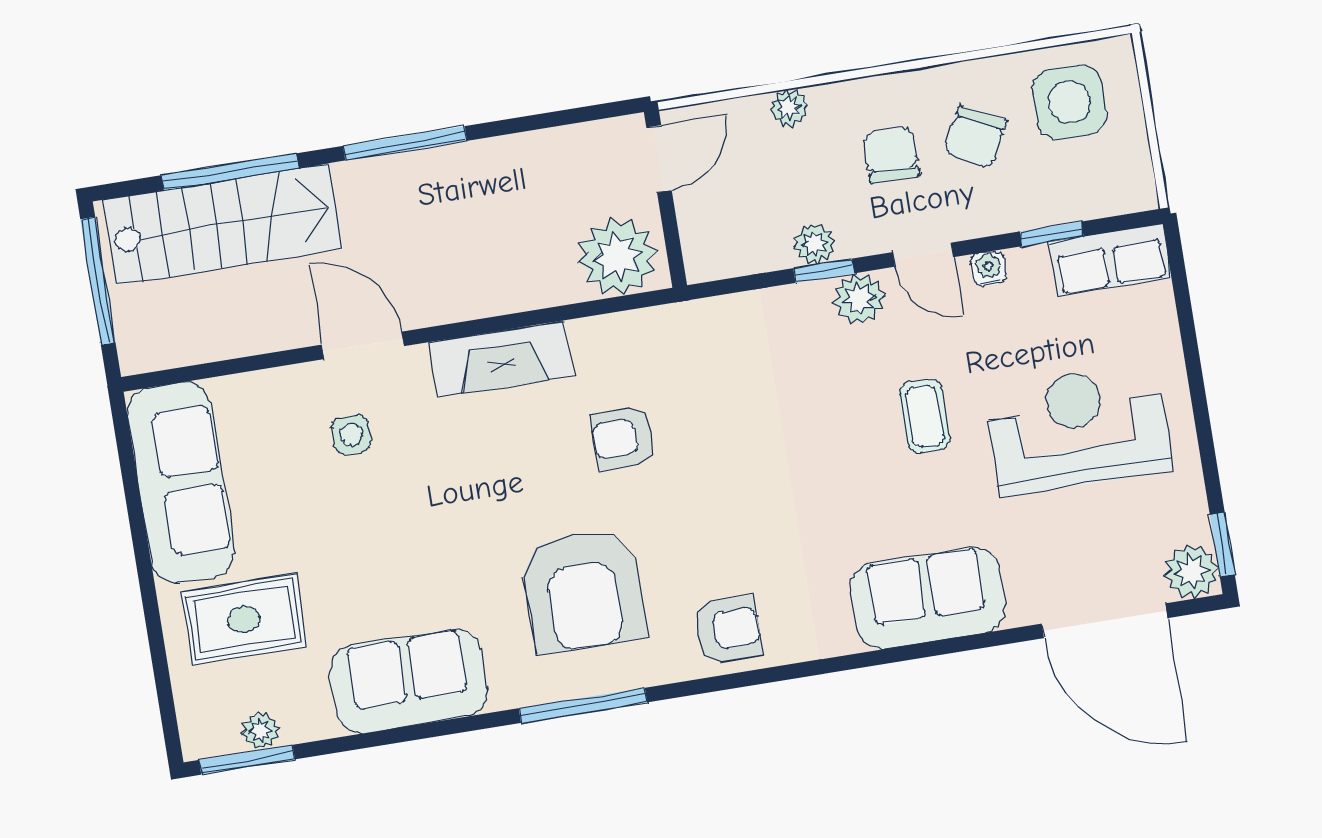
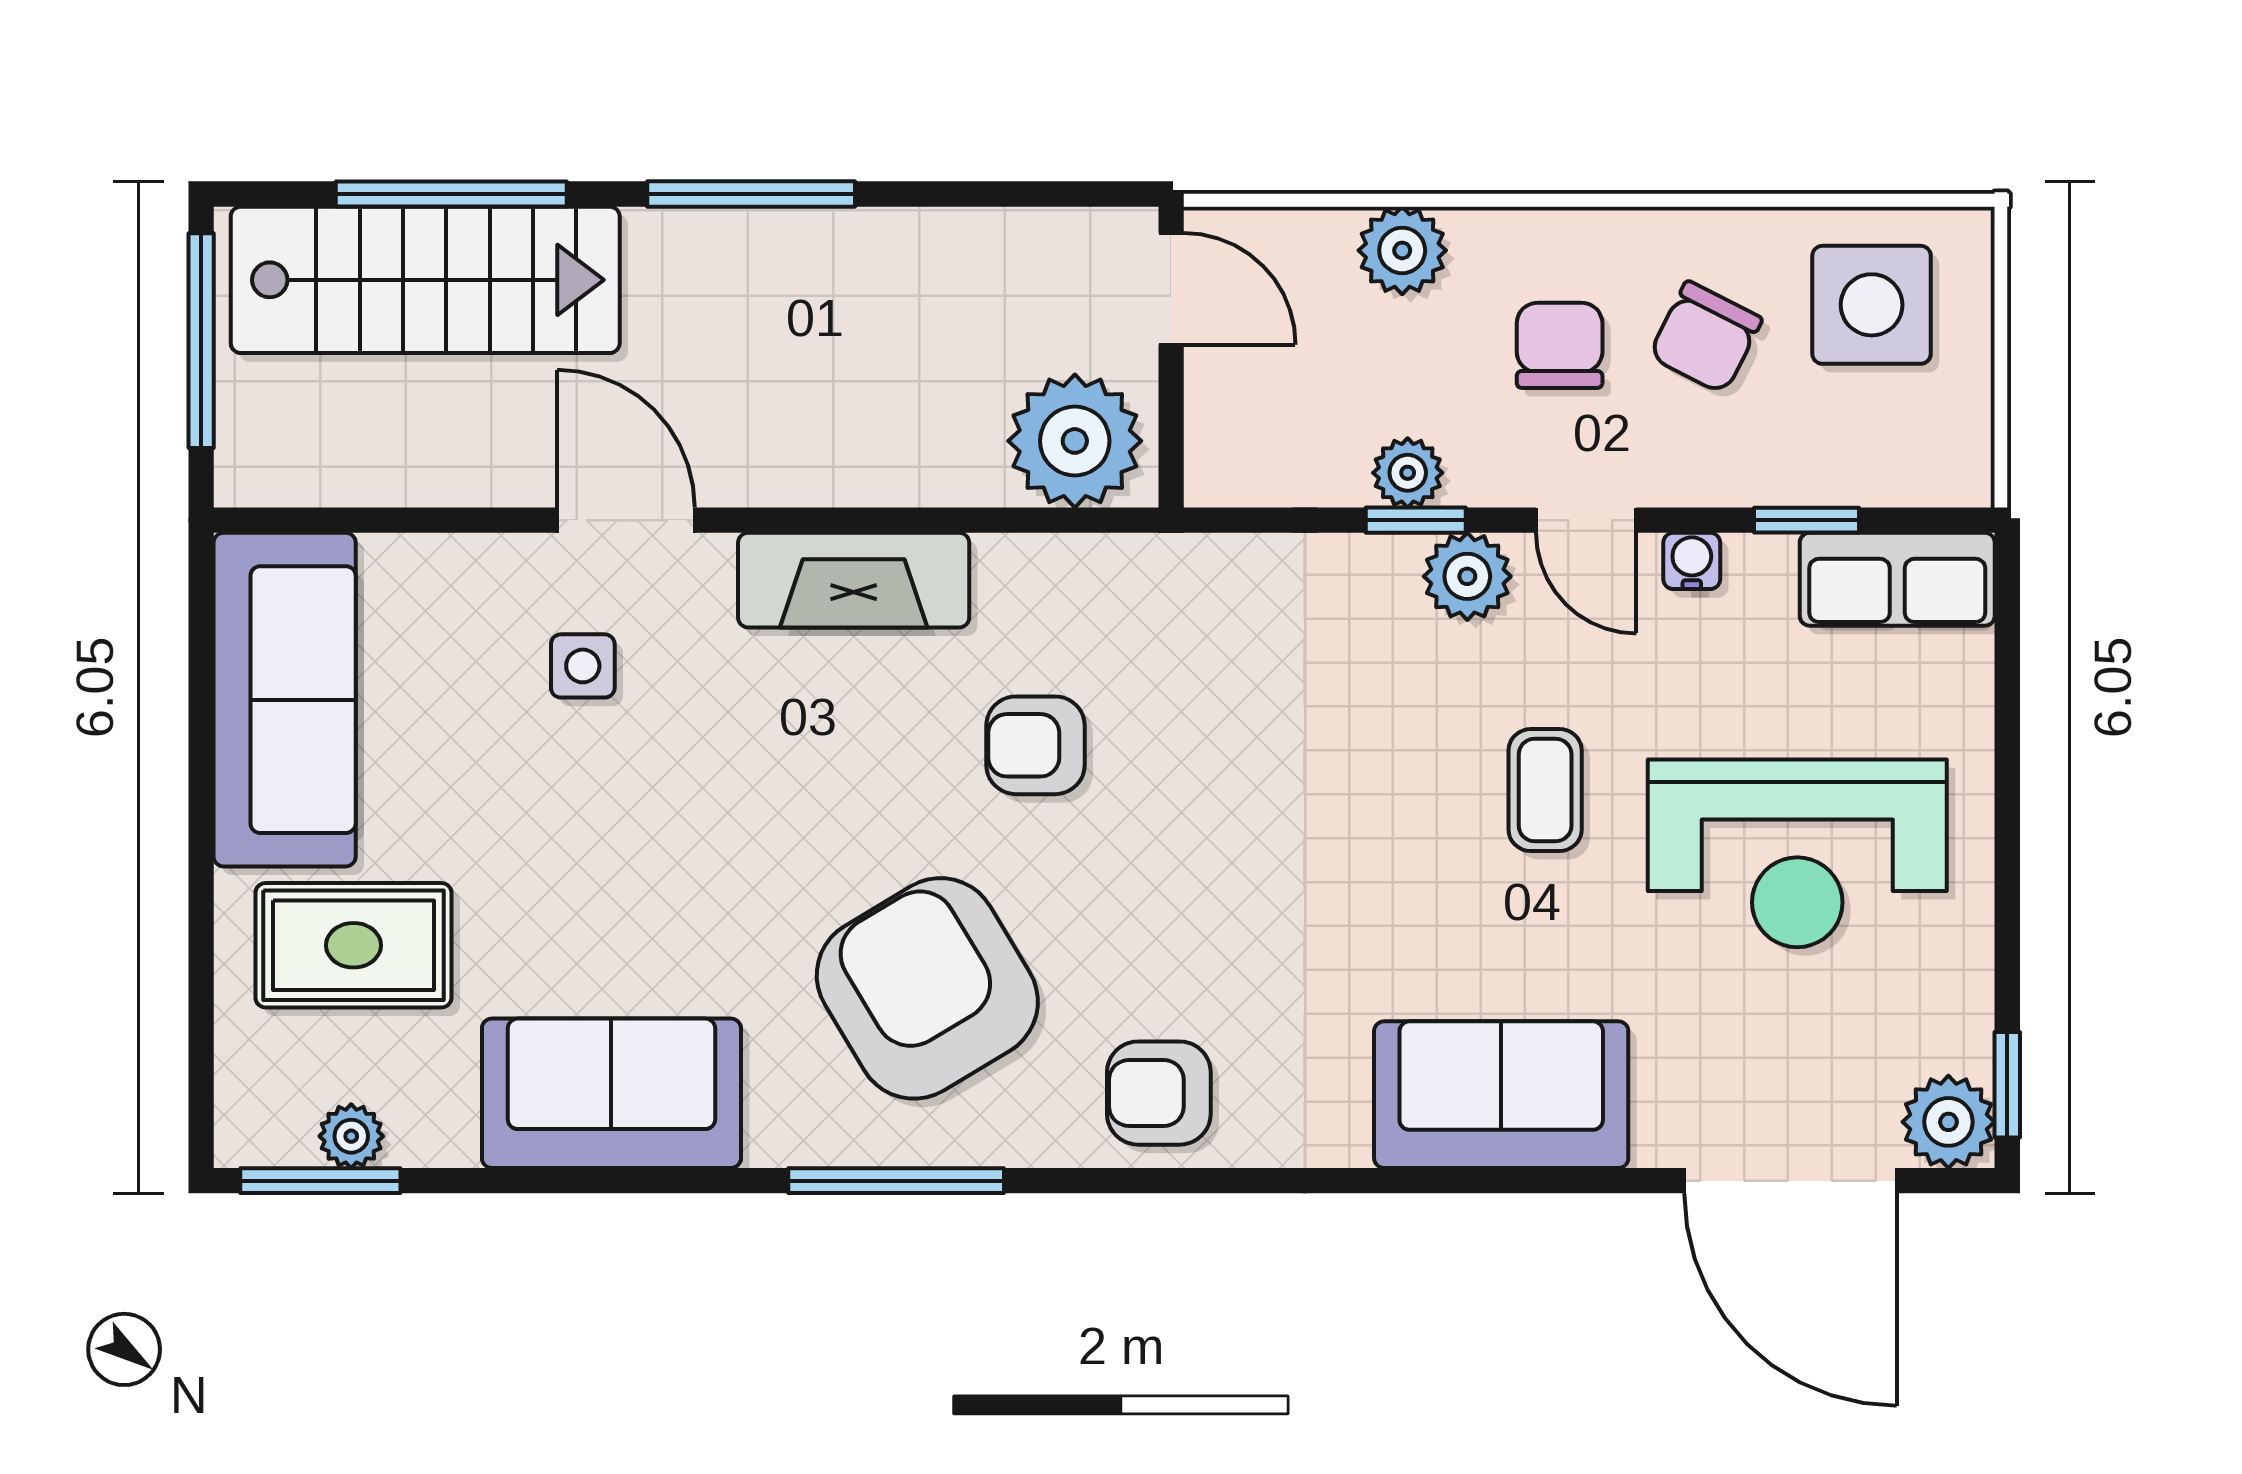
plant: (789, 108) -> (1402, 250), width x1.38, depth x1.38
door: (659, 159) -> (1171, 289), hinge flipped
reception desk: (1078, 429) -> (1797, 853), turned 180
armchair: (583, 590) -> (927, 988), turned 149
armchair: (728, 629) -> (1159, 1093), turned 180

